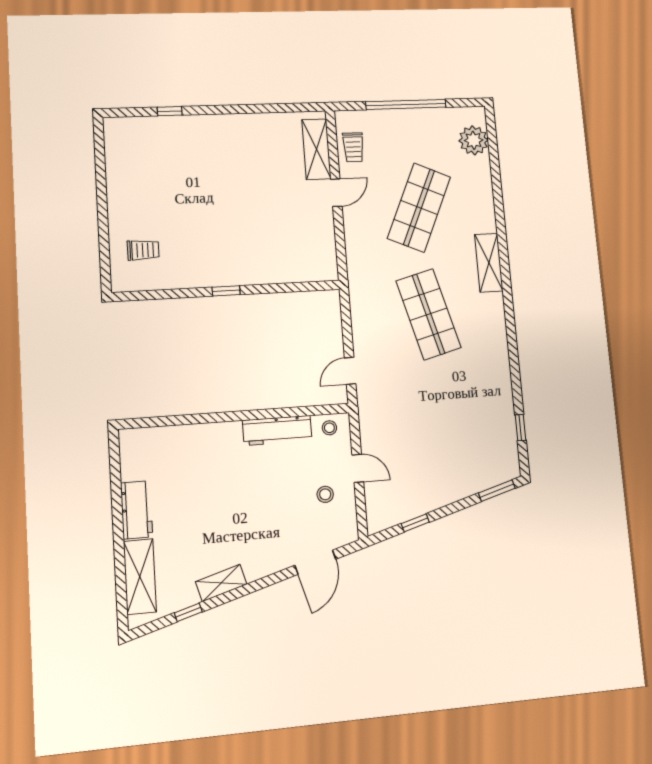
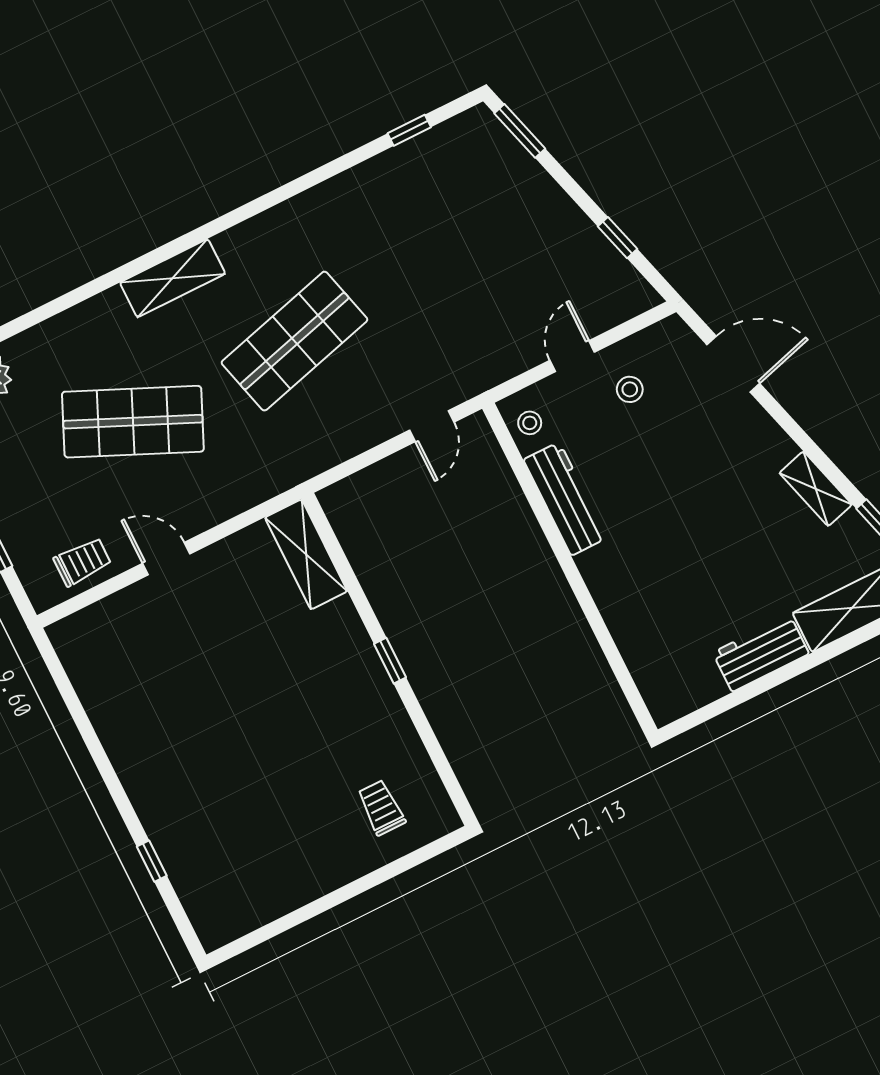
shelving: (316, 149) -> (306, 554), moved, turned 90
door: (350, 371) -> (432, 426), hinge flipped

